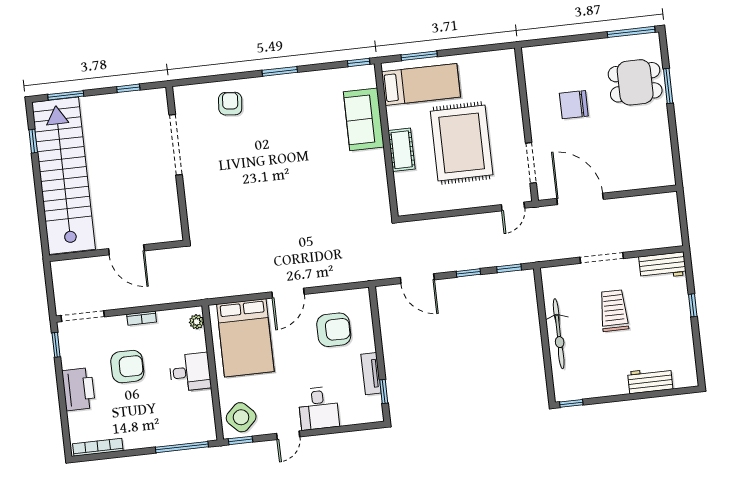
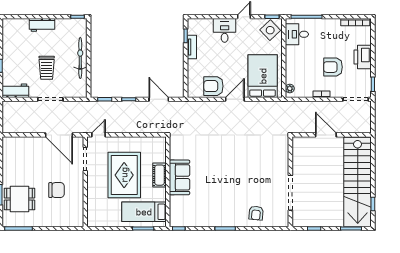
sofa: (364, 119) -> (179, 177), moved
armchair: (334, 330) -> (213, 86), moved
desk: (190, 372) -> (297, 34), moved
workbench: (650, 380) -> (42, 25), moved

